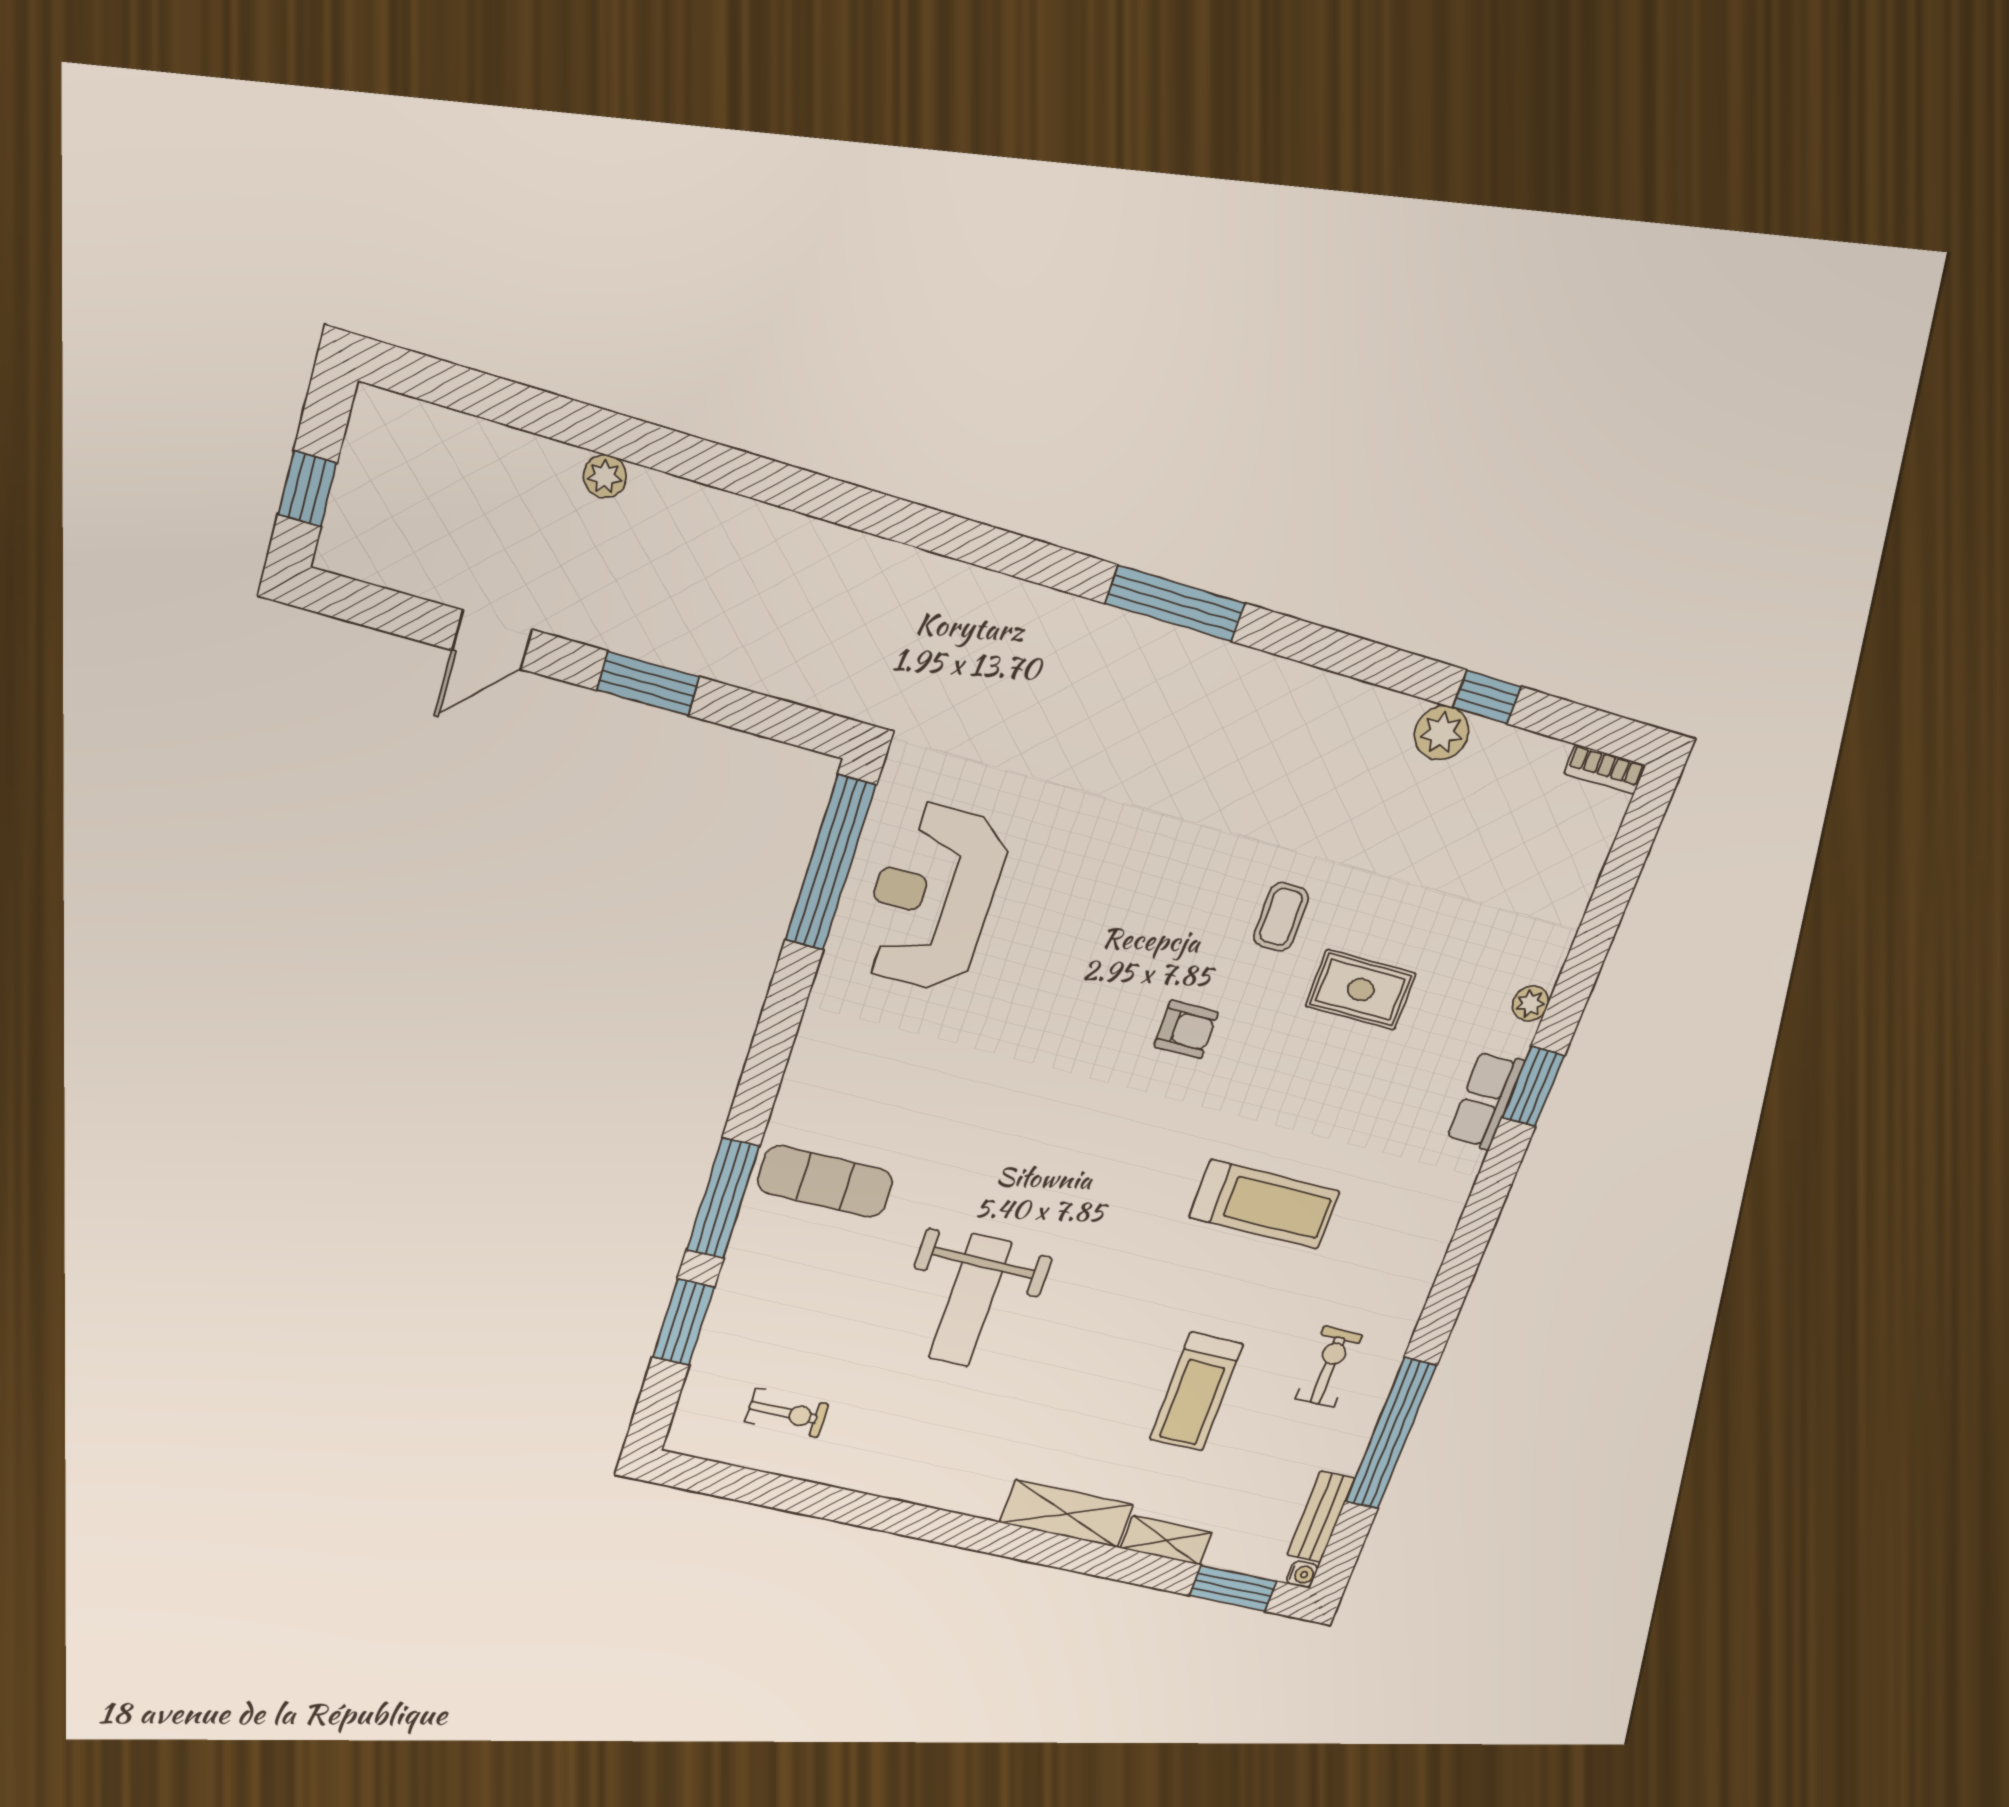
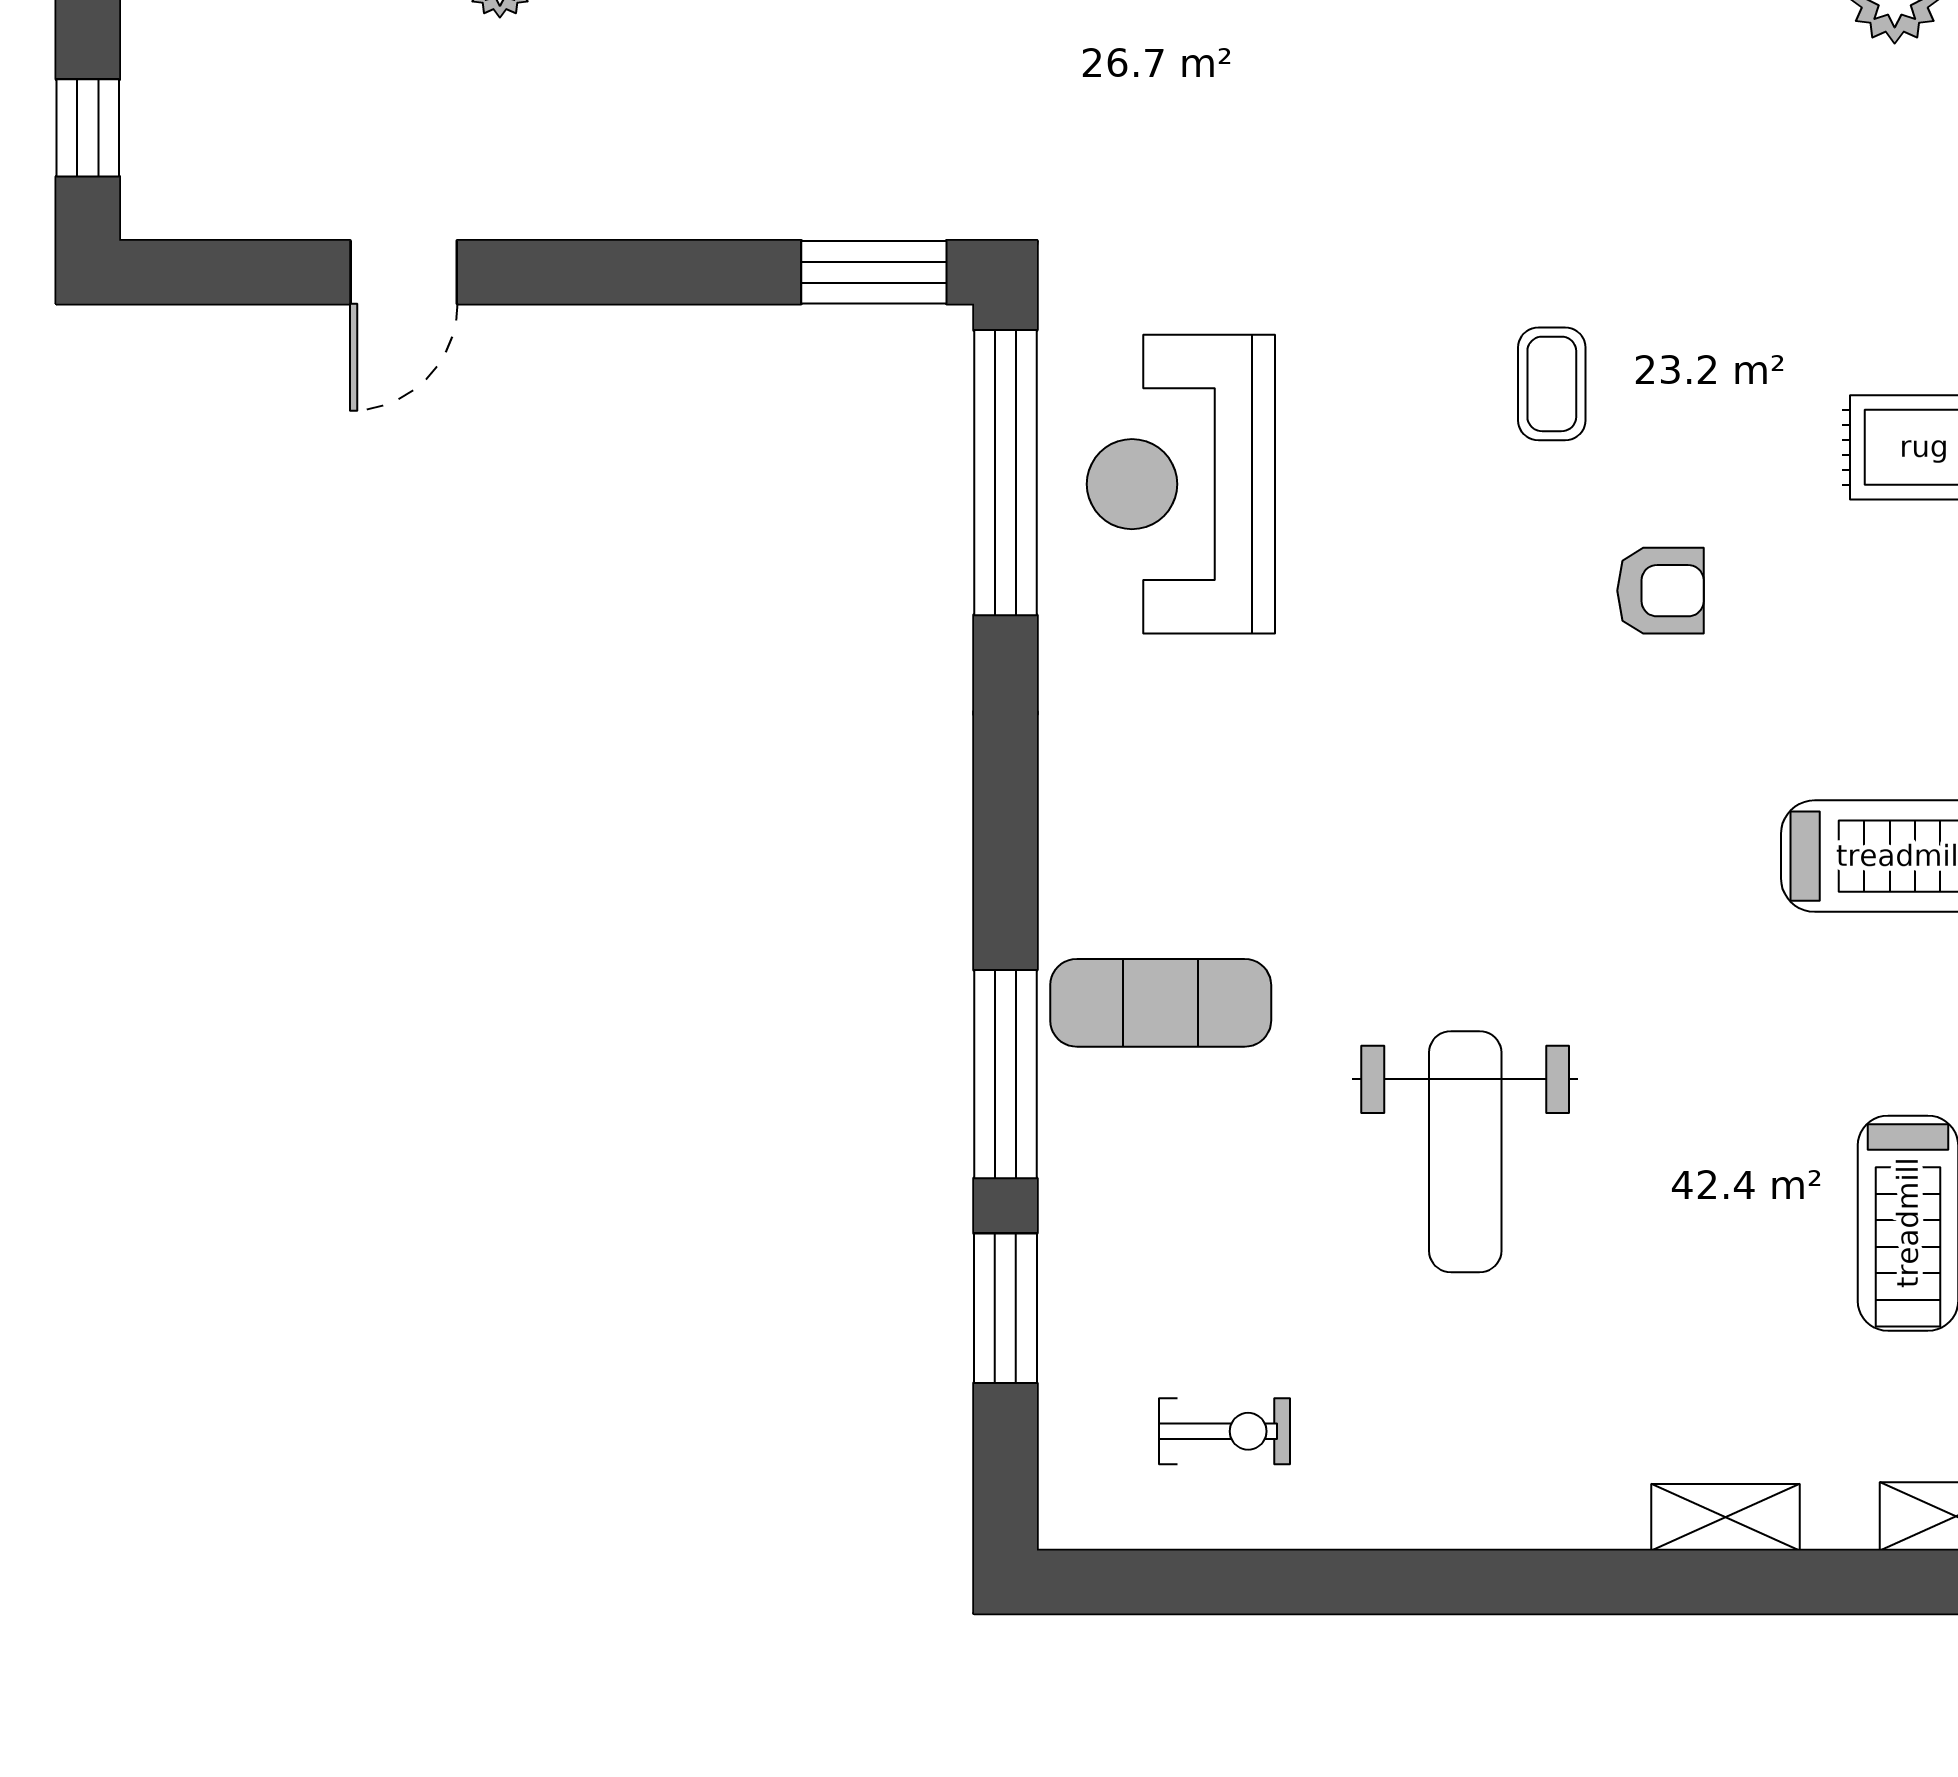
window: (648, 683) -> (874, 272), moved
coffee table: (1281, 917) -> (1552, 384), moved
shelving: (1067, 1514) -> (1726, 1517), width x0.67, depth x0.75

